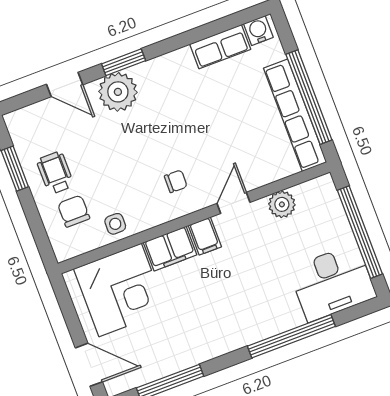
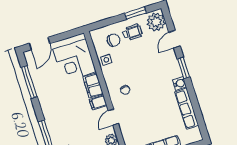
water cooler: (258, 31) -> (180, 83), moved
row of seats: (220, 47) -> (187, 109), width x1.48
plant: (118, 92) -> (156, 22), moved
door: (234, 203) -> (113, 117), swing flipped

